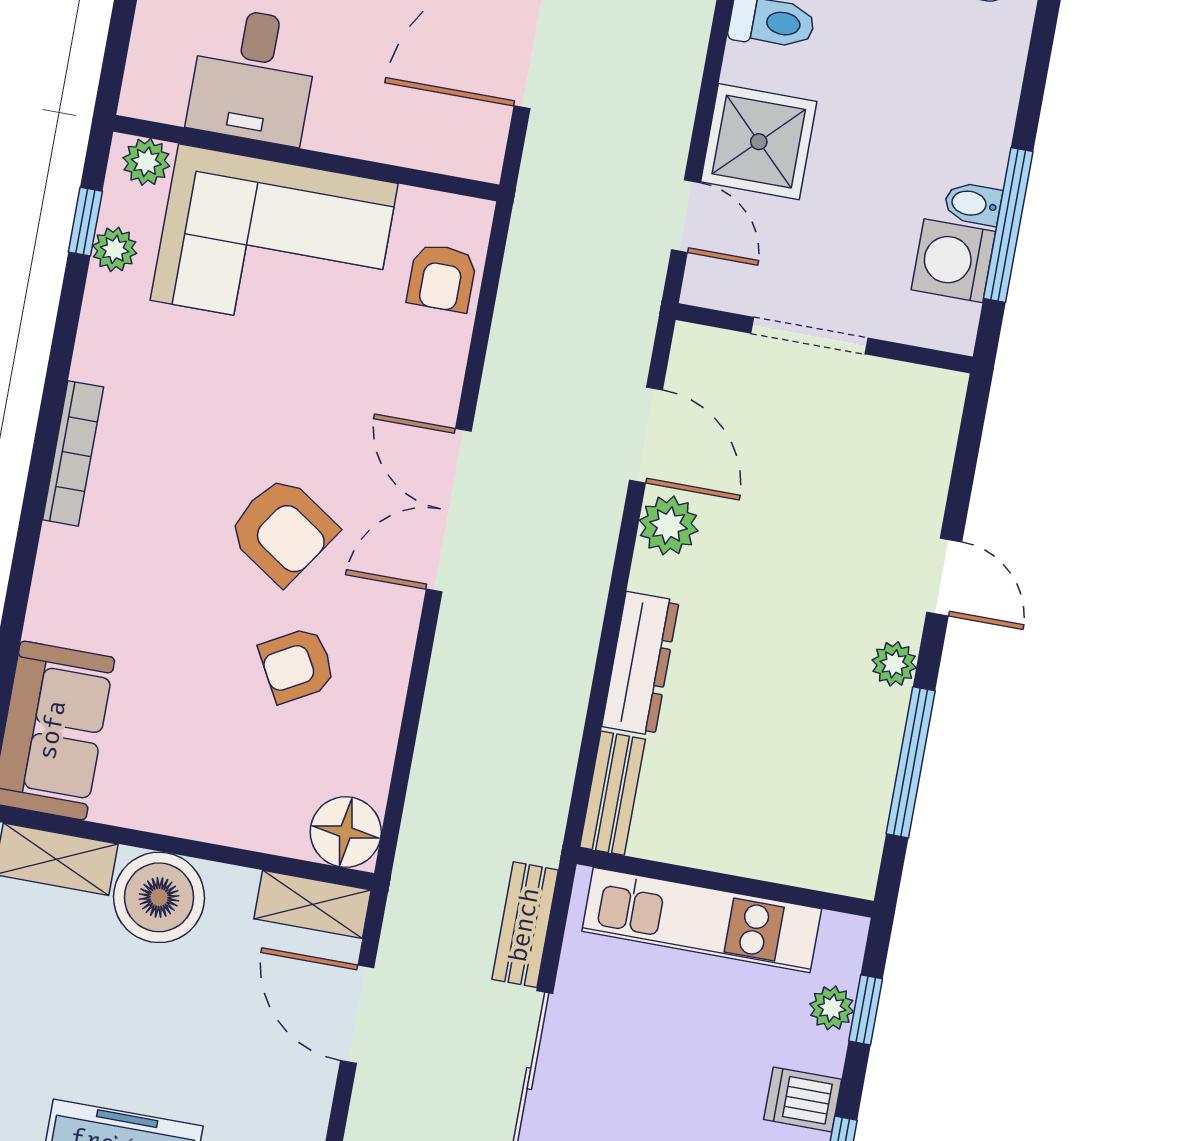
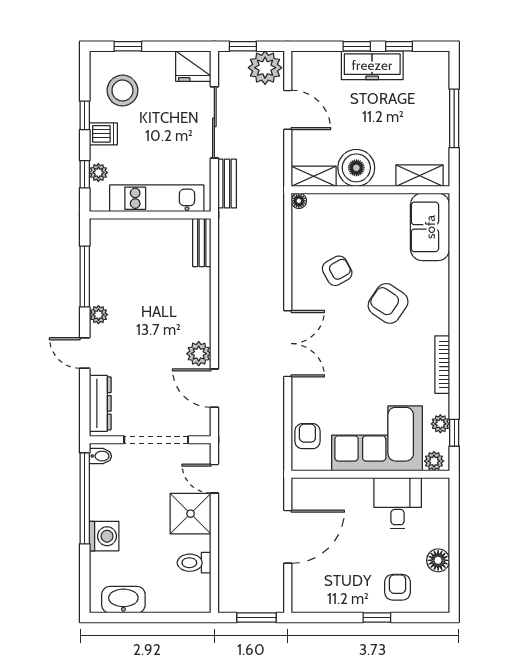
bidet: (973, 204) -> (100, 456), moved
window: (1008, 225) -> (85, 498), width x1.46
washing machine: (953, 261) -> (104, 536), moved
doorway: (809, 336) -> (156, 440), width x1.36
bookcase: (73, 453) -> (442, 365), moved
armchair: (282, 530) -> (388, 303), moved
dresser: (640, 664) -> (100, 403), moved, turned 180
floor lamp: (346, 832) -> (299, 201), width x0.53, depth x0.53
boiler: (159, 897) -> (356, 168), moved
door: (357, 1014) -> (288, 110), moved

